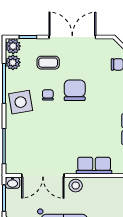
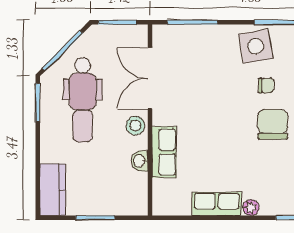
chair: (75, 90) -> (273, 124), turned -90
washbasin: (13, 183) -> (140, 161), moved

